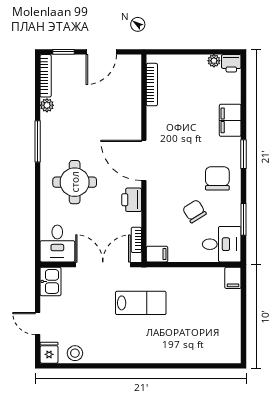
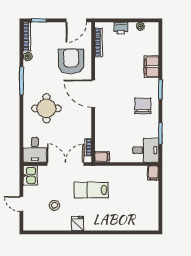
door: (101, 52) -> (76, 20), moved
printer: (231, 63) -> (121, 28), moved
armchair: (111, 113) -> (71, 61), added
printer: (132, 200) -> (85, 120), removed
chair: (194, 211) -> (127, 128), removed
lab bench: (141, 303) -> (91, 190), turned 180
fridge: (49, 353) -> (78, 224), moved
stool: (75, 353) -> (54, 205), moved

